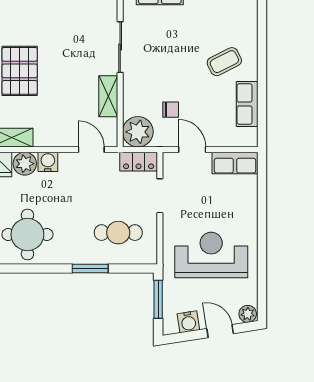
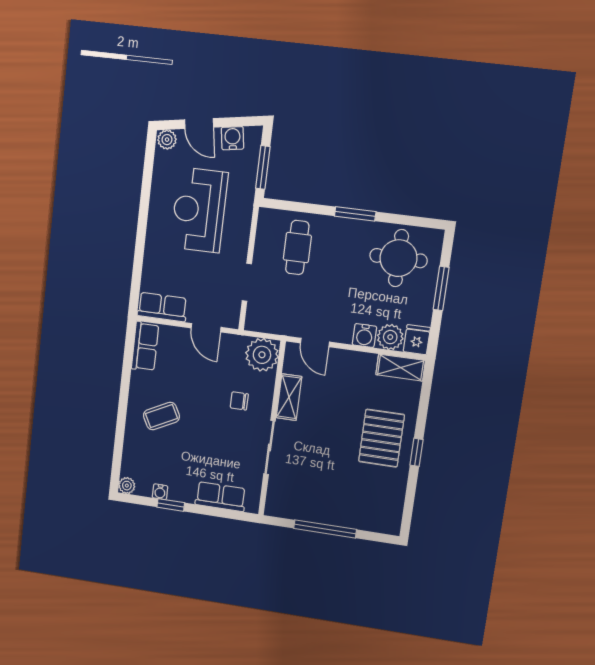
row of seats: (247, 104) -> (145, 346), moved
chair: (171, 110) -> (239, 401), moved
locker: (139, 162) -> (265, 323), removed
cafe table: (118, 233) -> (297, 248), turned 90
reception desk: (211, 255) -> (199, 210), turned 90
window: (90, 268) -> (355, 214), moved

